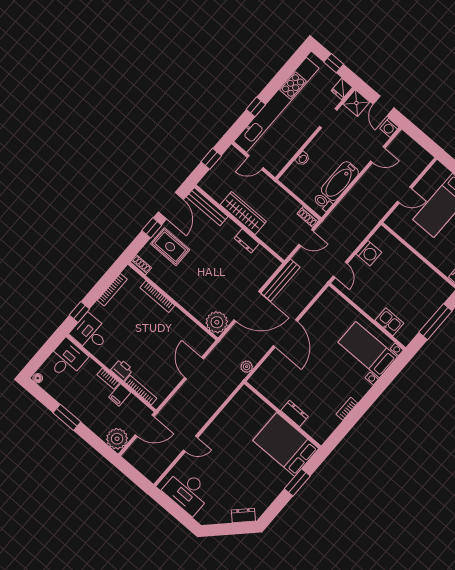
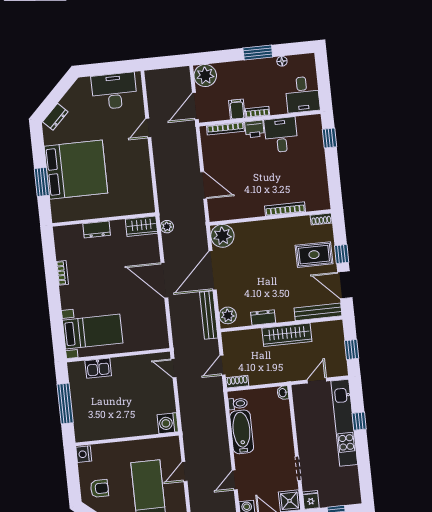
kitchen unit: (276, 105) -> (344, 423), width x0.73
washbasin: (303, 159) -> (283, 393), moved
washing machine: (369, 253) -> (168, 423), moved
plant: (268, 267) -> (228, 315), added
bookcase: (112, 290) -> (323, 179), removed
desk: (90, 333) -> (281, 135), moved, turned -90
floor lamp: (38, 378) -> (282, 61), moved
wardrobe: (263, 384) -> (141, 226), added
bed: (286, 444) -> (76, 170), moved, width x1.36

